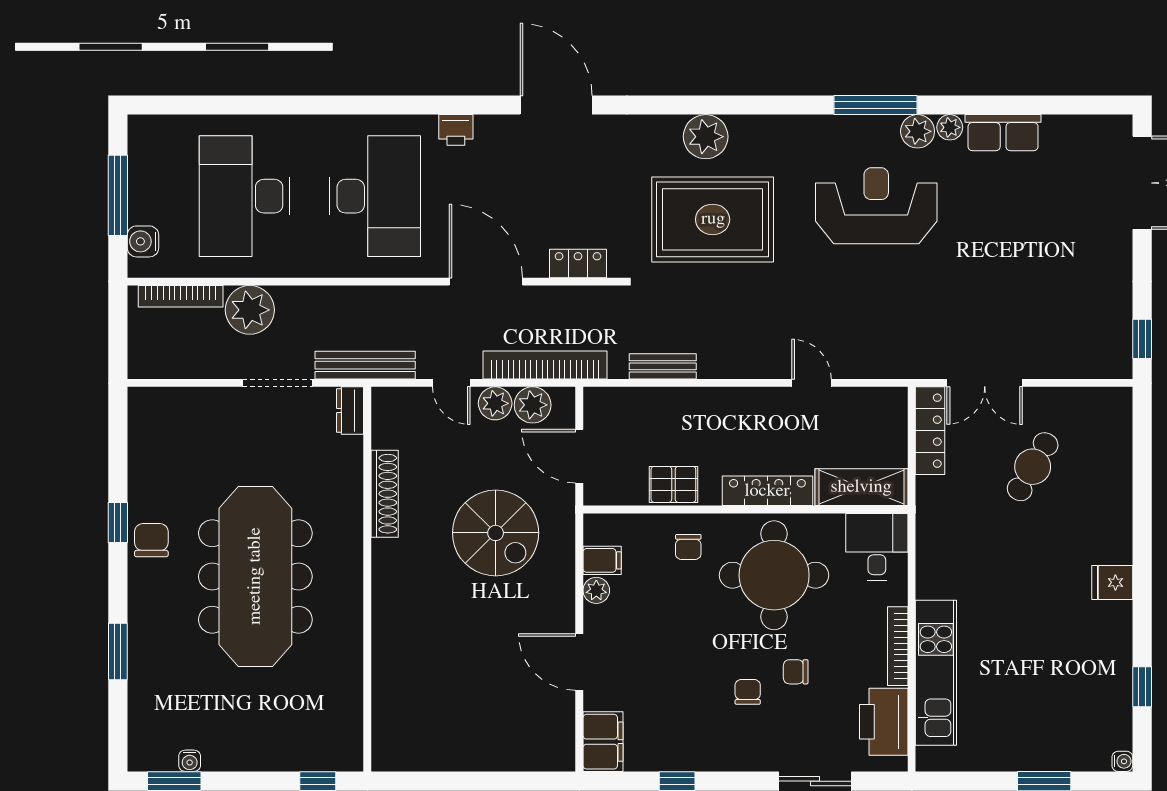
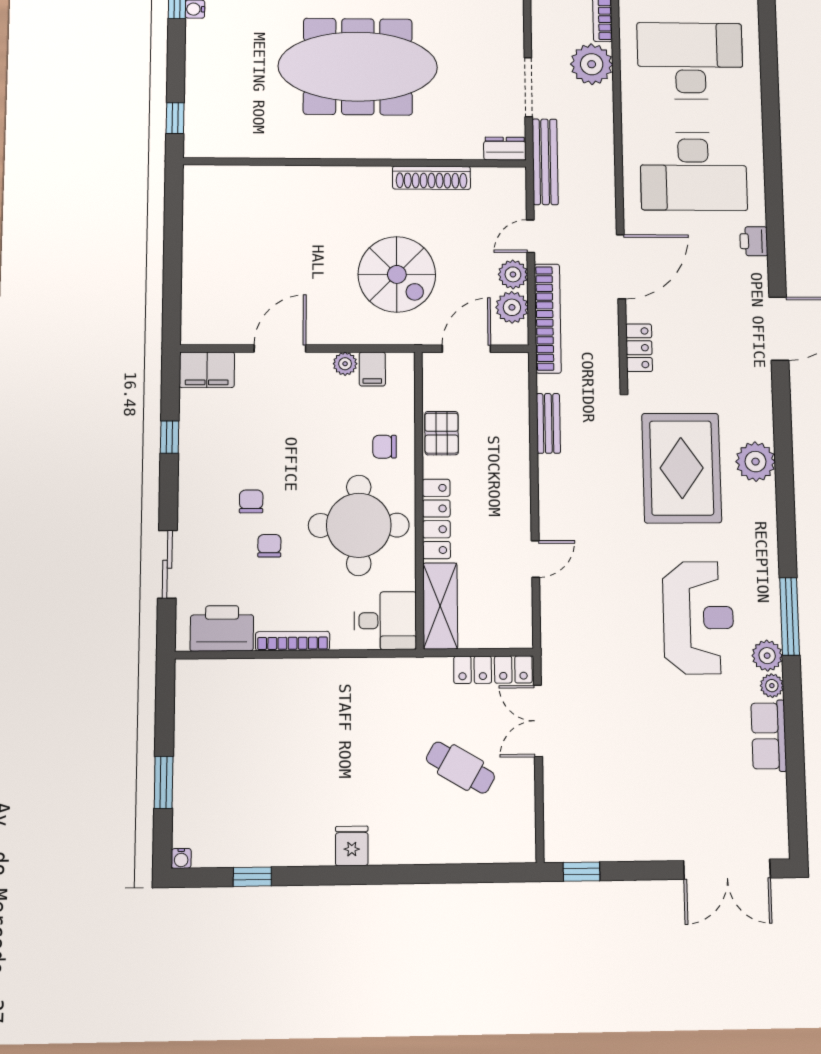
spiral stairs: (496, 533) -> (397, 274), turned -90
kitchen unit: (936, 673) -> (267, 677), removed
chair: (748, 692) -> (251, 501), turned -90

